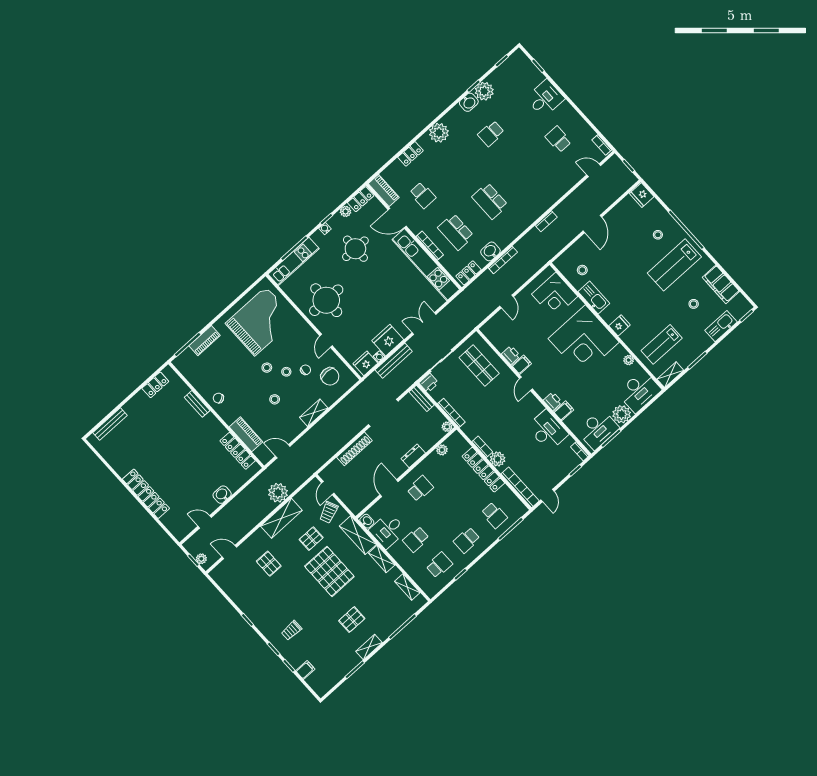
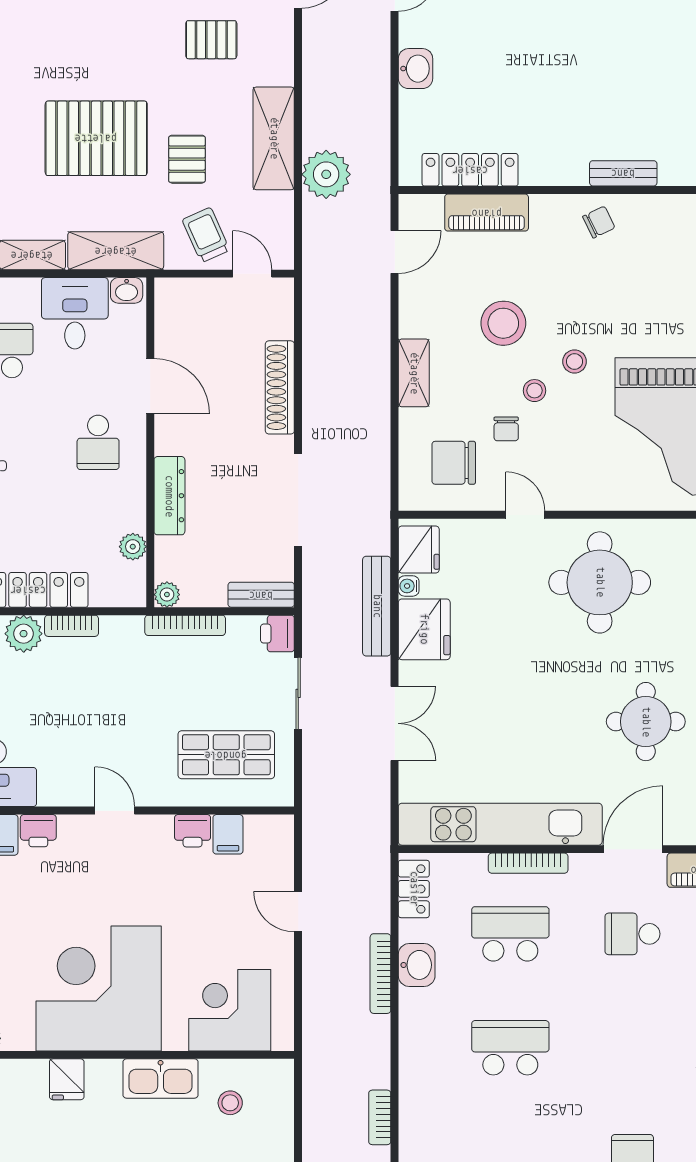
filing cabinet: (522, 365) -> (228, 834), moved
stool: (275, 399) -> (503, 323), width x1.89, depth x1.89
dresser: (413, 456) -> (169, 496), width x1.44

